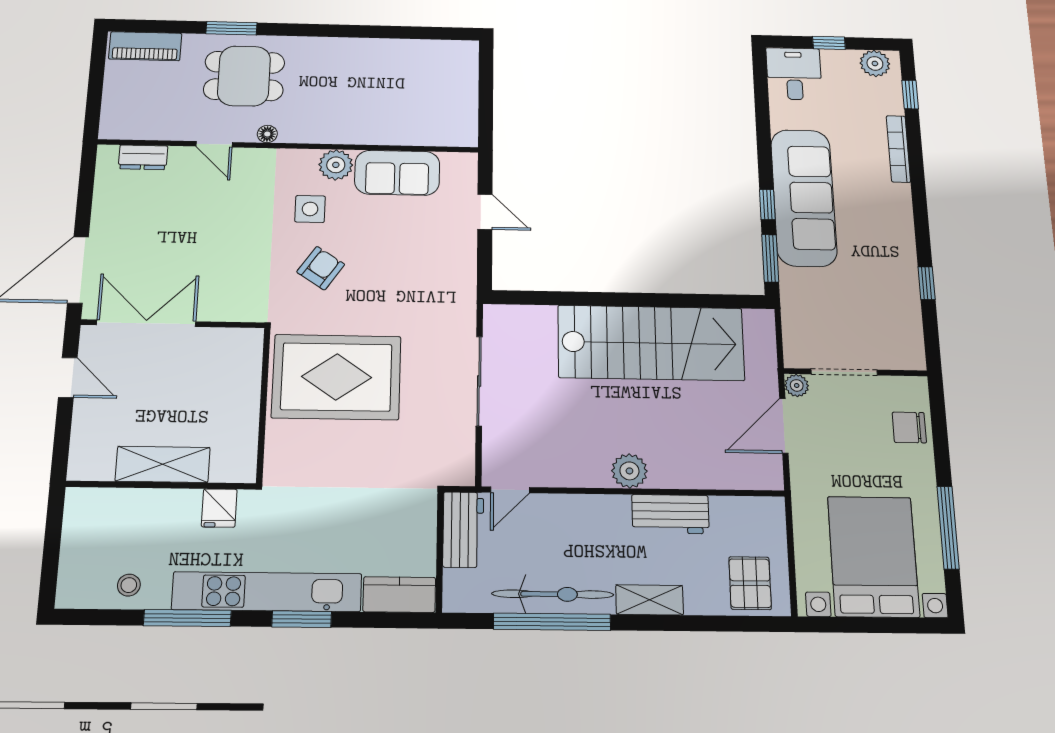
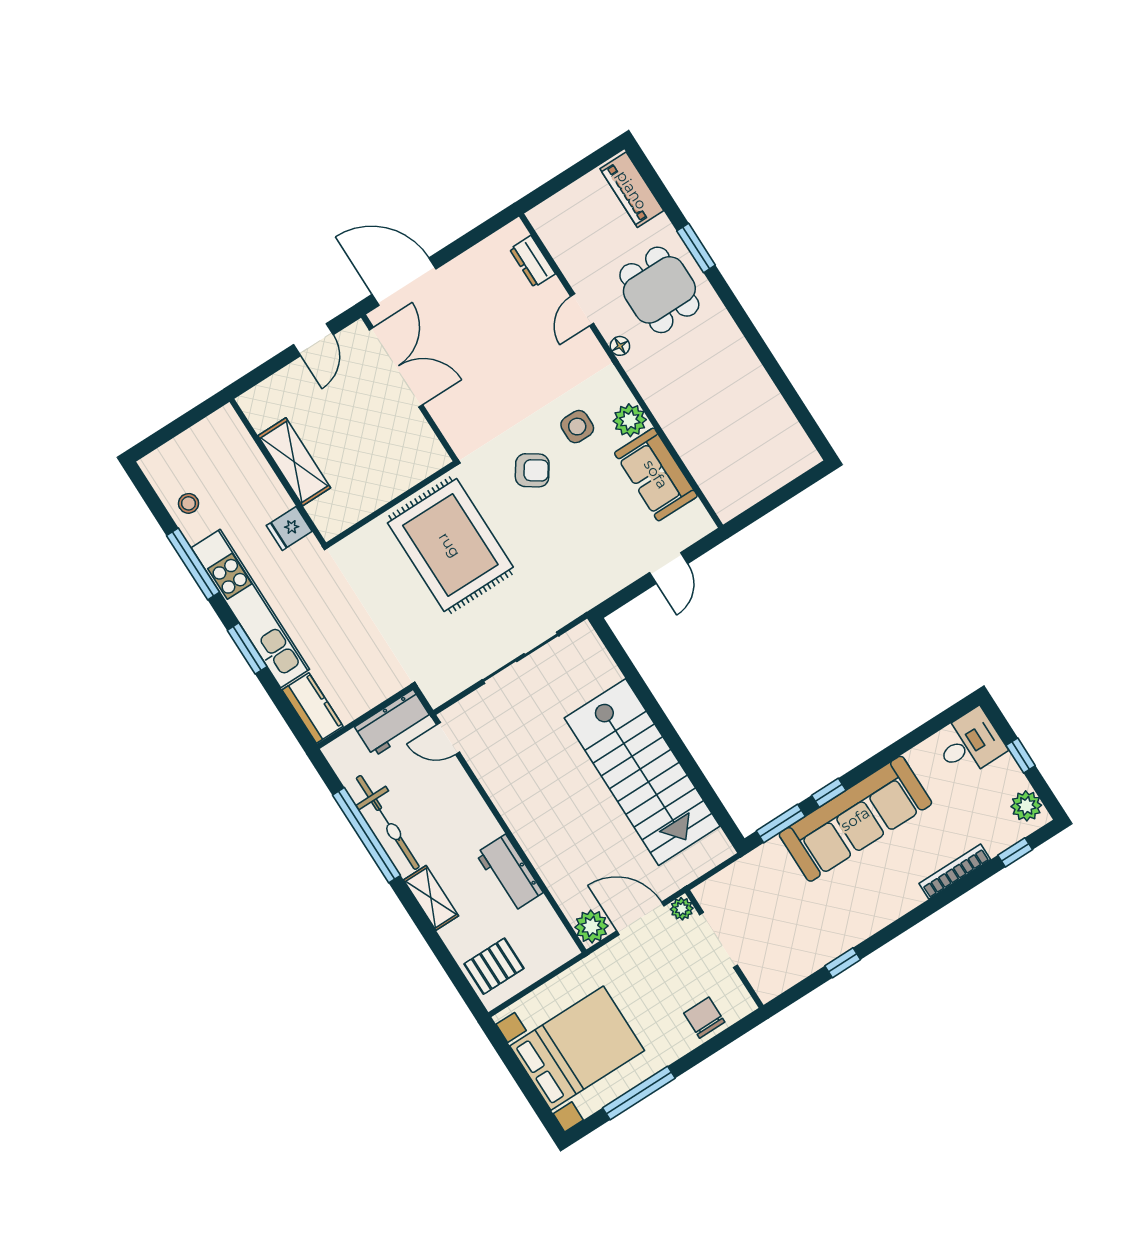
plant: (629, 471) -> (591, 927), moved

